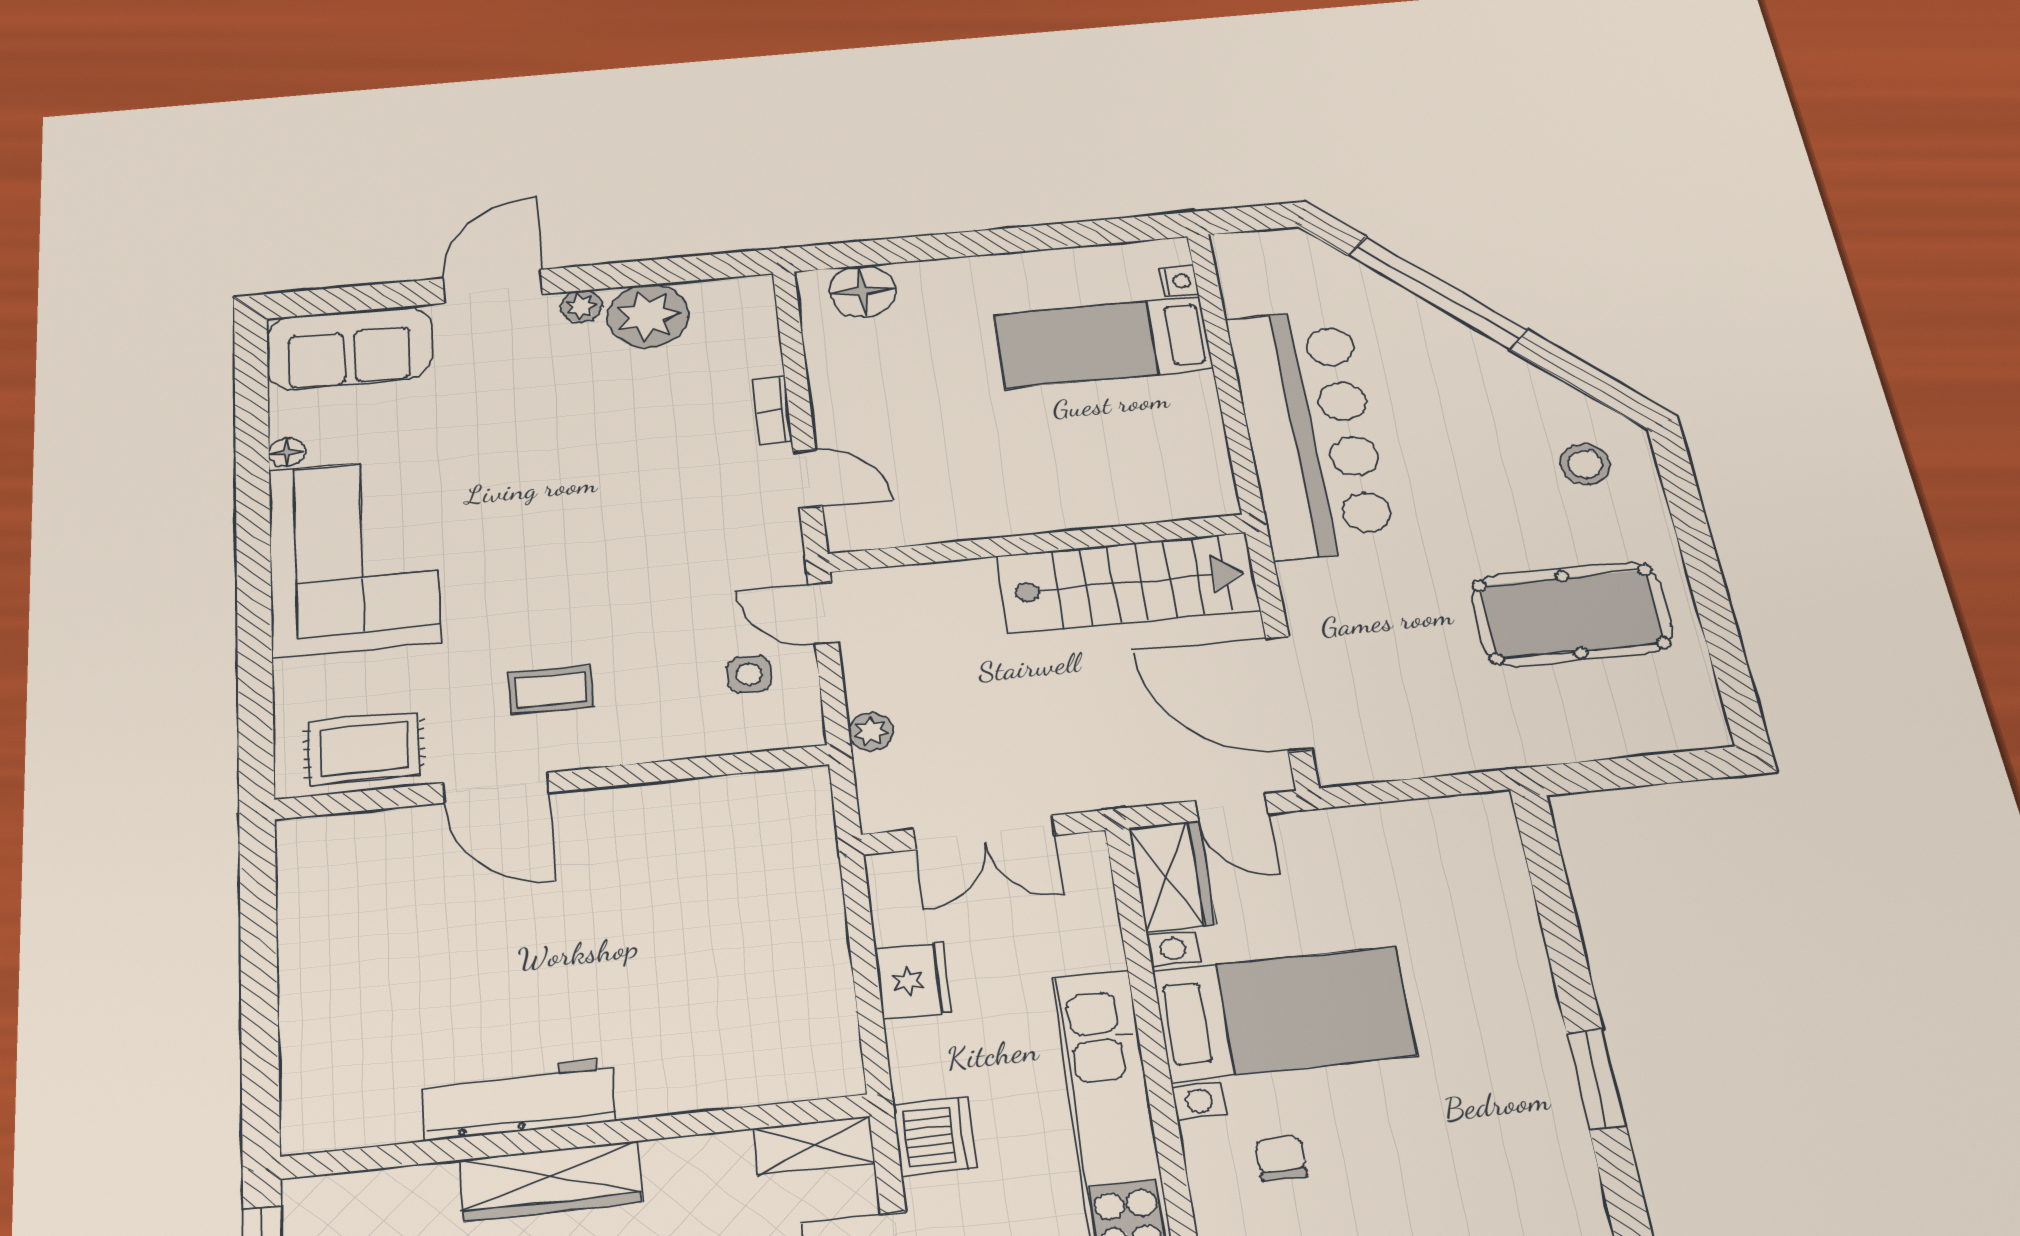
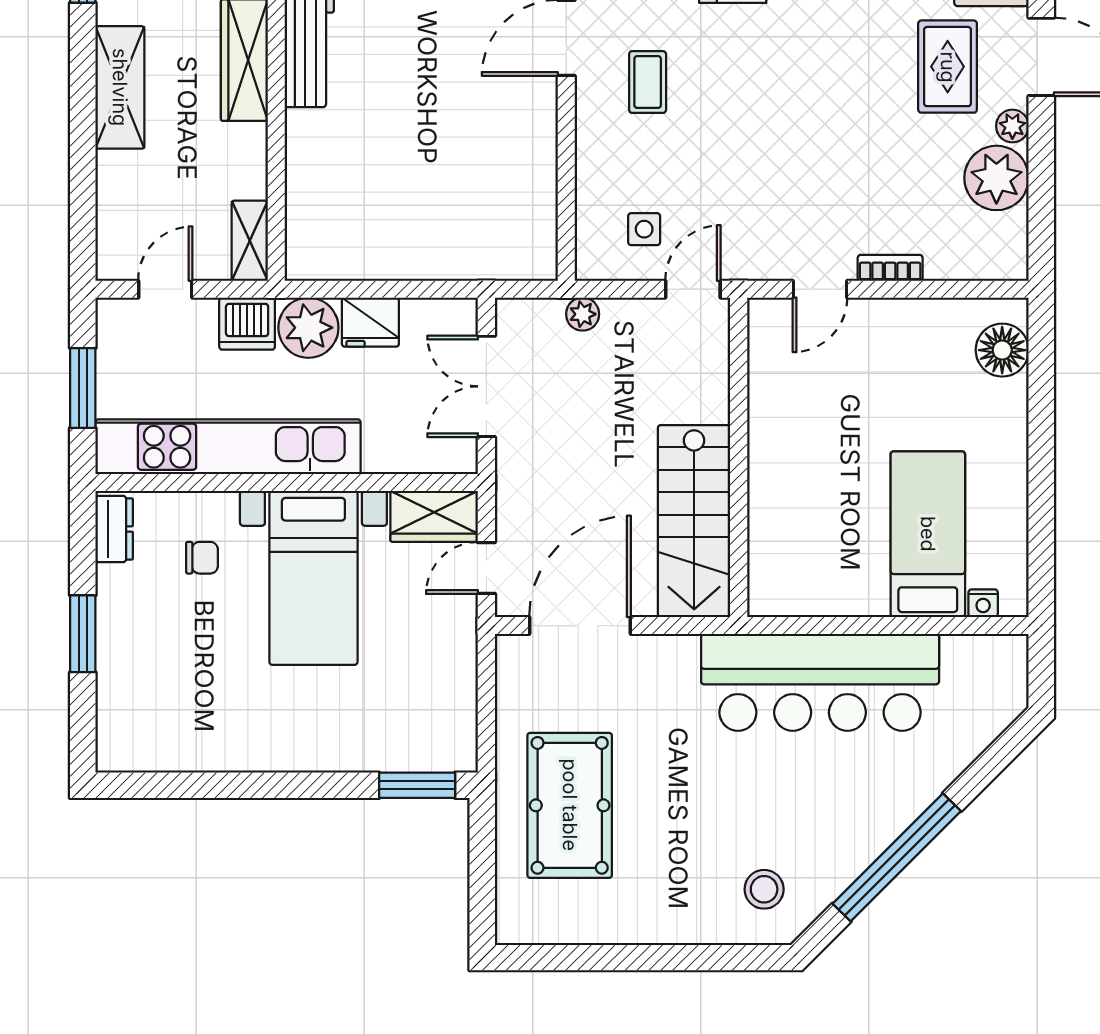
window: (1437, 293) -> (897, 857), moved
rug: (510, 377) -> (948, 67), added
pool table: (1571, 614) -> (570, 805), moved
plant: (931, 1057) -> (308, 328), added
window: (1596, 1079) -> (417, 785), moved

